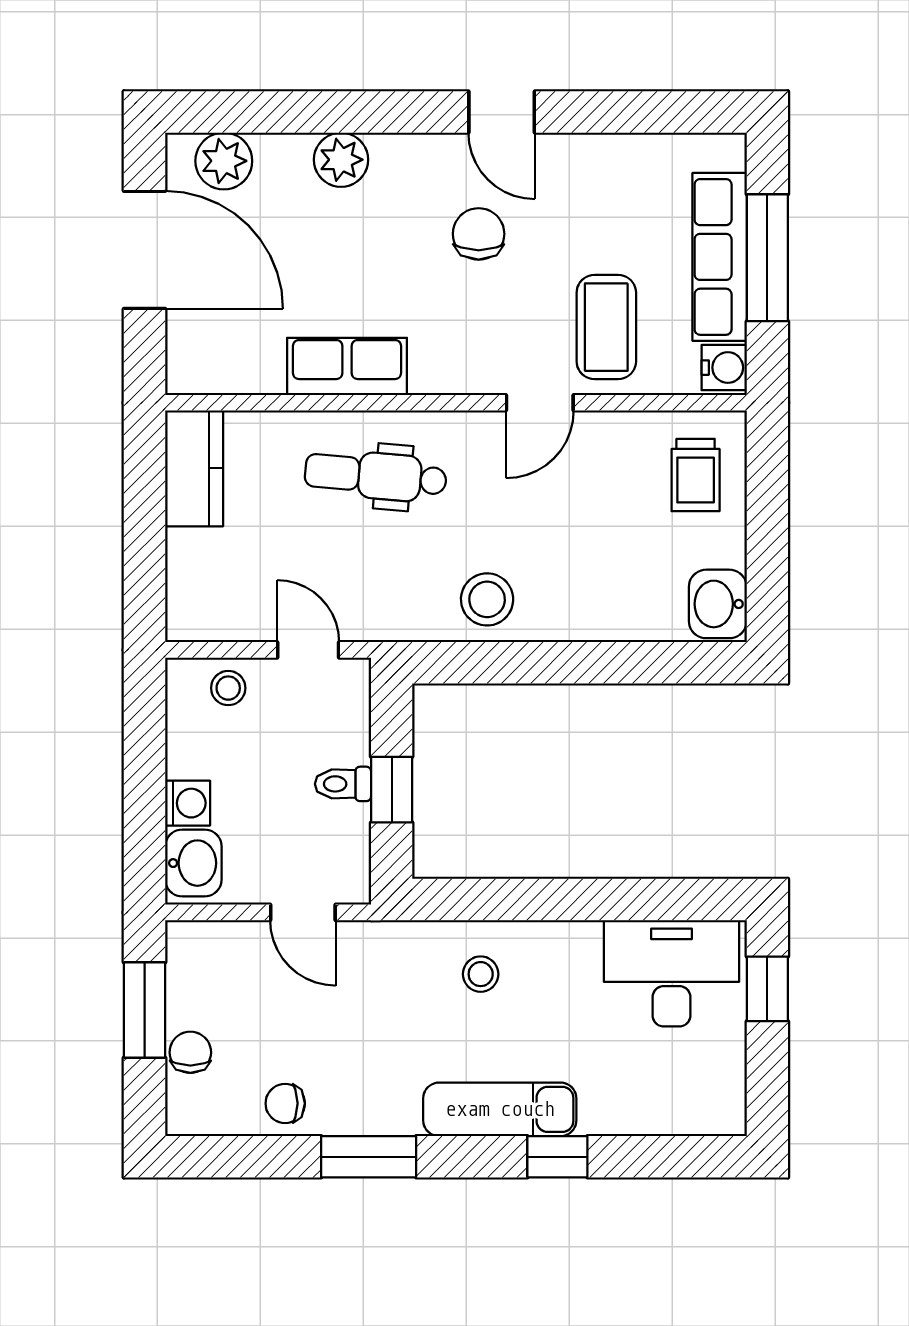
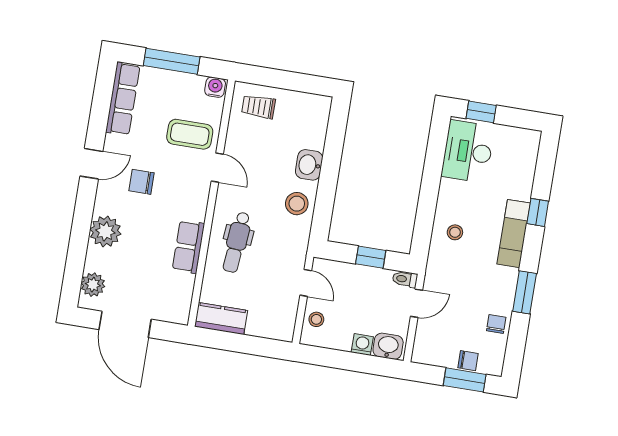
plant: (341, 160) -> (105, 231), width x1.36, depth x1.36
door: (145, 250) -> (125, 324), swing flipped
row of seats: (720, 257) -> (123, 99), moved, turned -90
trolley: (696, 475) -> (259, 107), turned 180
washbasin: (718, 604) -> (309, 165), moved, turned 90
door: (308, 650) -> (306, 283), swing flipped
toilet: (343, 784) -> (405, 279), moved, turned 90
window: (145, 1010) -> (465, 380), moved
chair: (190, 1052) -> (468, 361), turned 180
chair: (285, 1103) -> (496, 324), turned 180

